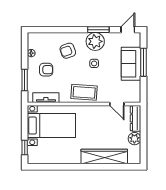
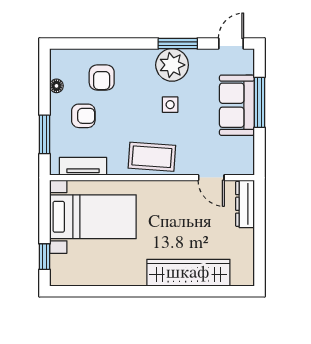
armchair: (68, 51) -> (102, 78), moved, turned -71
plant: (134, 139) -> (243, 240), removed

